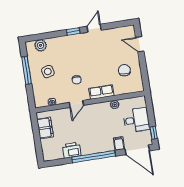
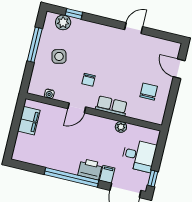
window: (73, 31) -> (74, 14), moved
printer: (72, 150) -> (90, 169), moved

